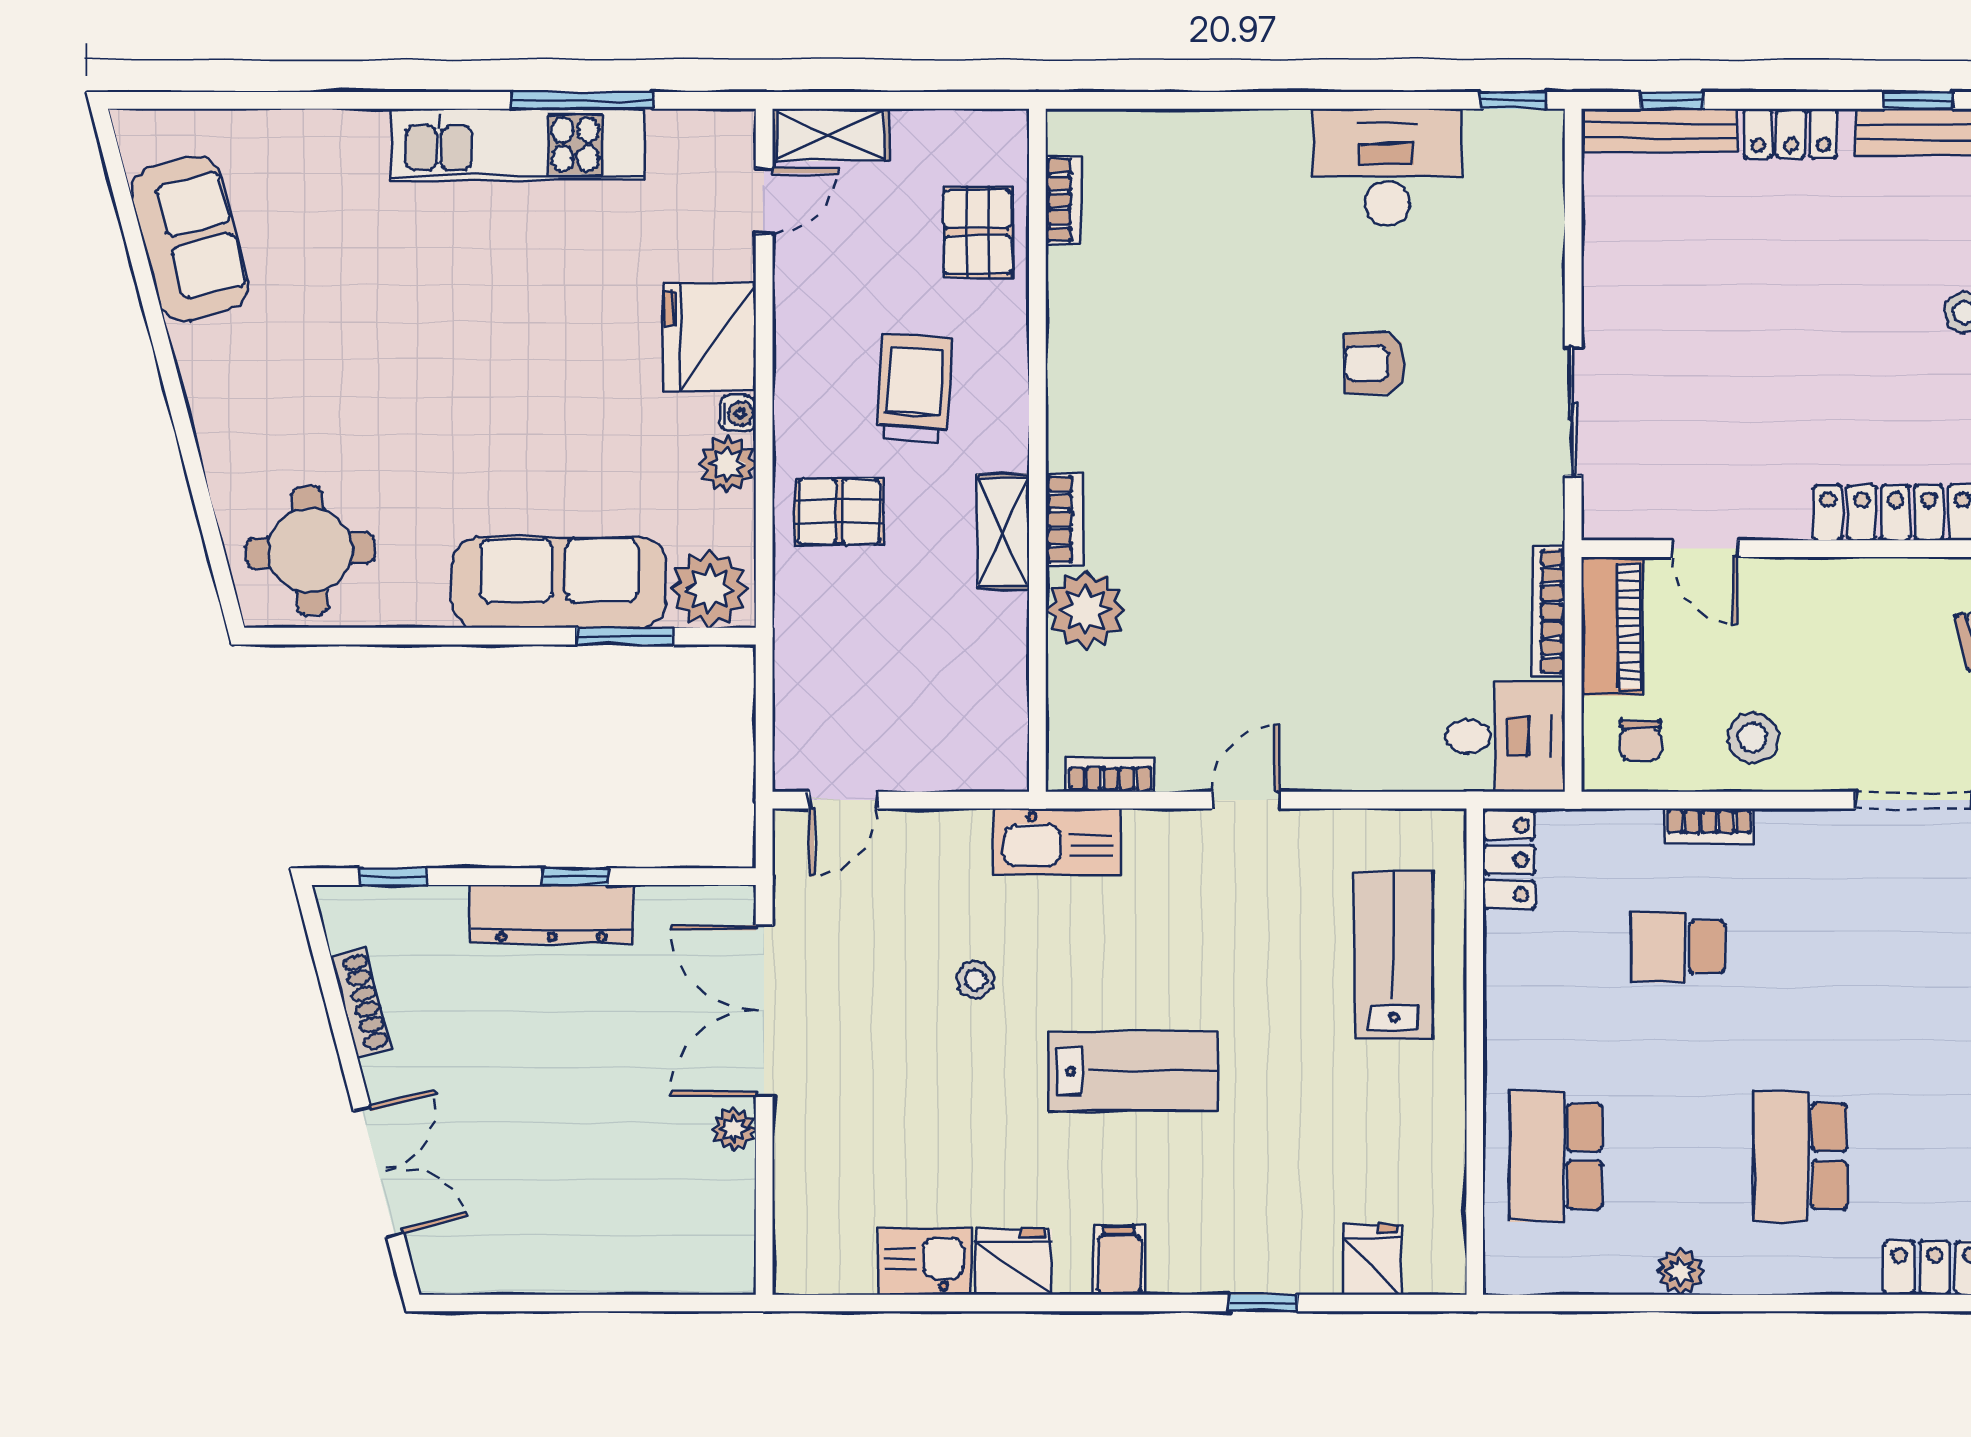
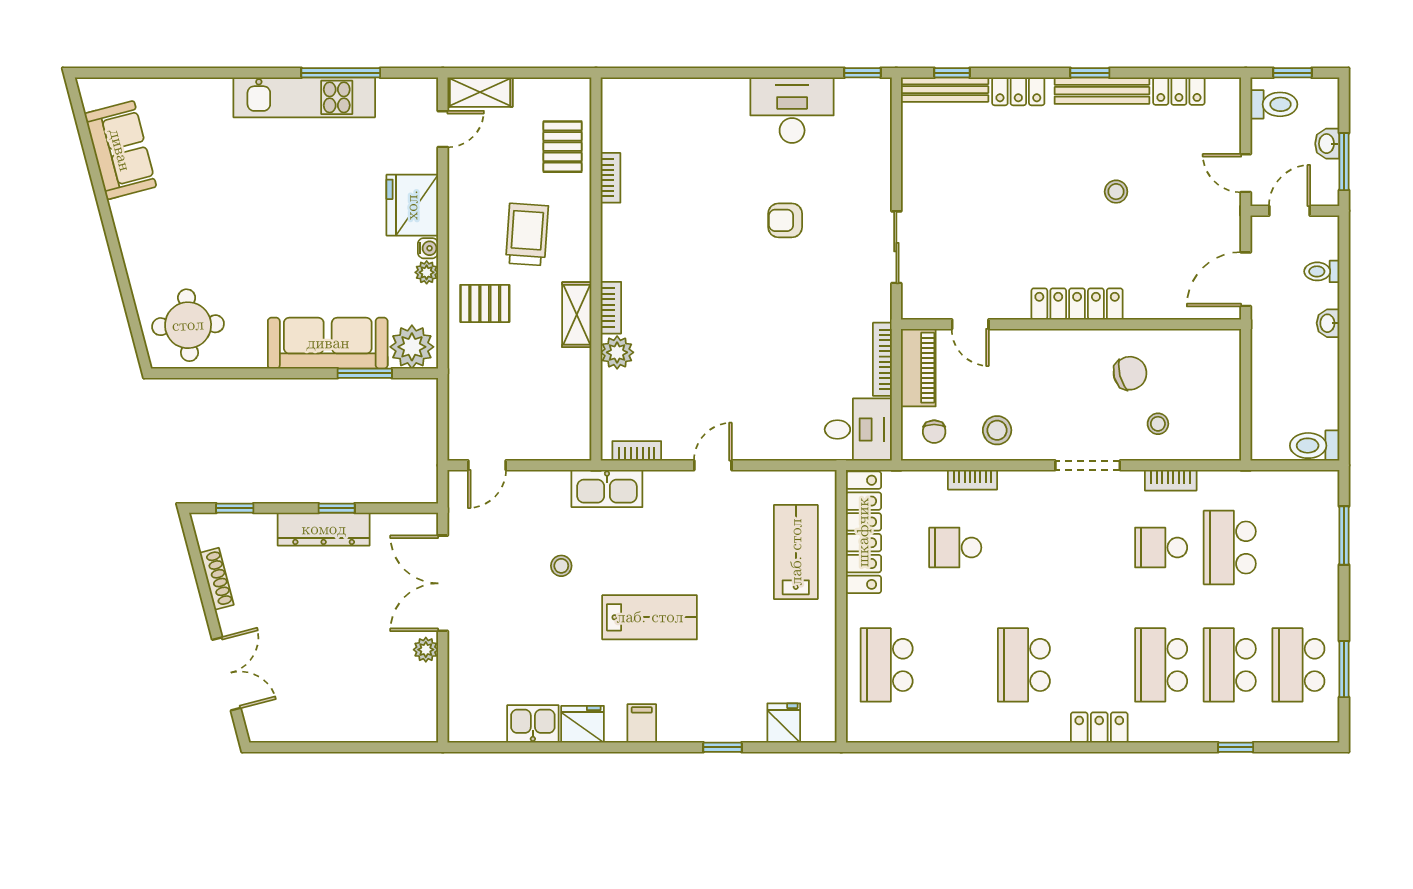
bookcase: (1063, 200) -> (610, 178), moved
plant: (728, 464) -> (427, 272), width x0.73, depth x0.73
plant: (1086, 610) -> (617, 352), width x0.73, depth x0.73
locker: (1509, 860) -> (863, 532), width x2.16, depth x1.21
plant: (1680, 1271) -> (957, 730), removed

